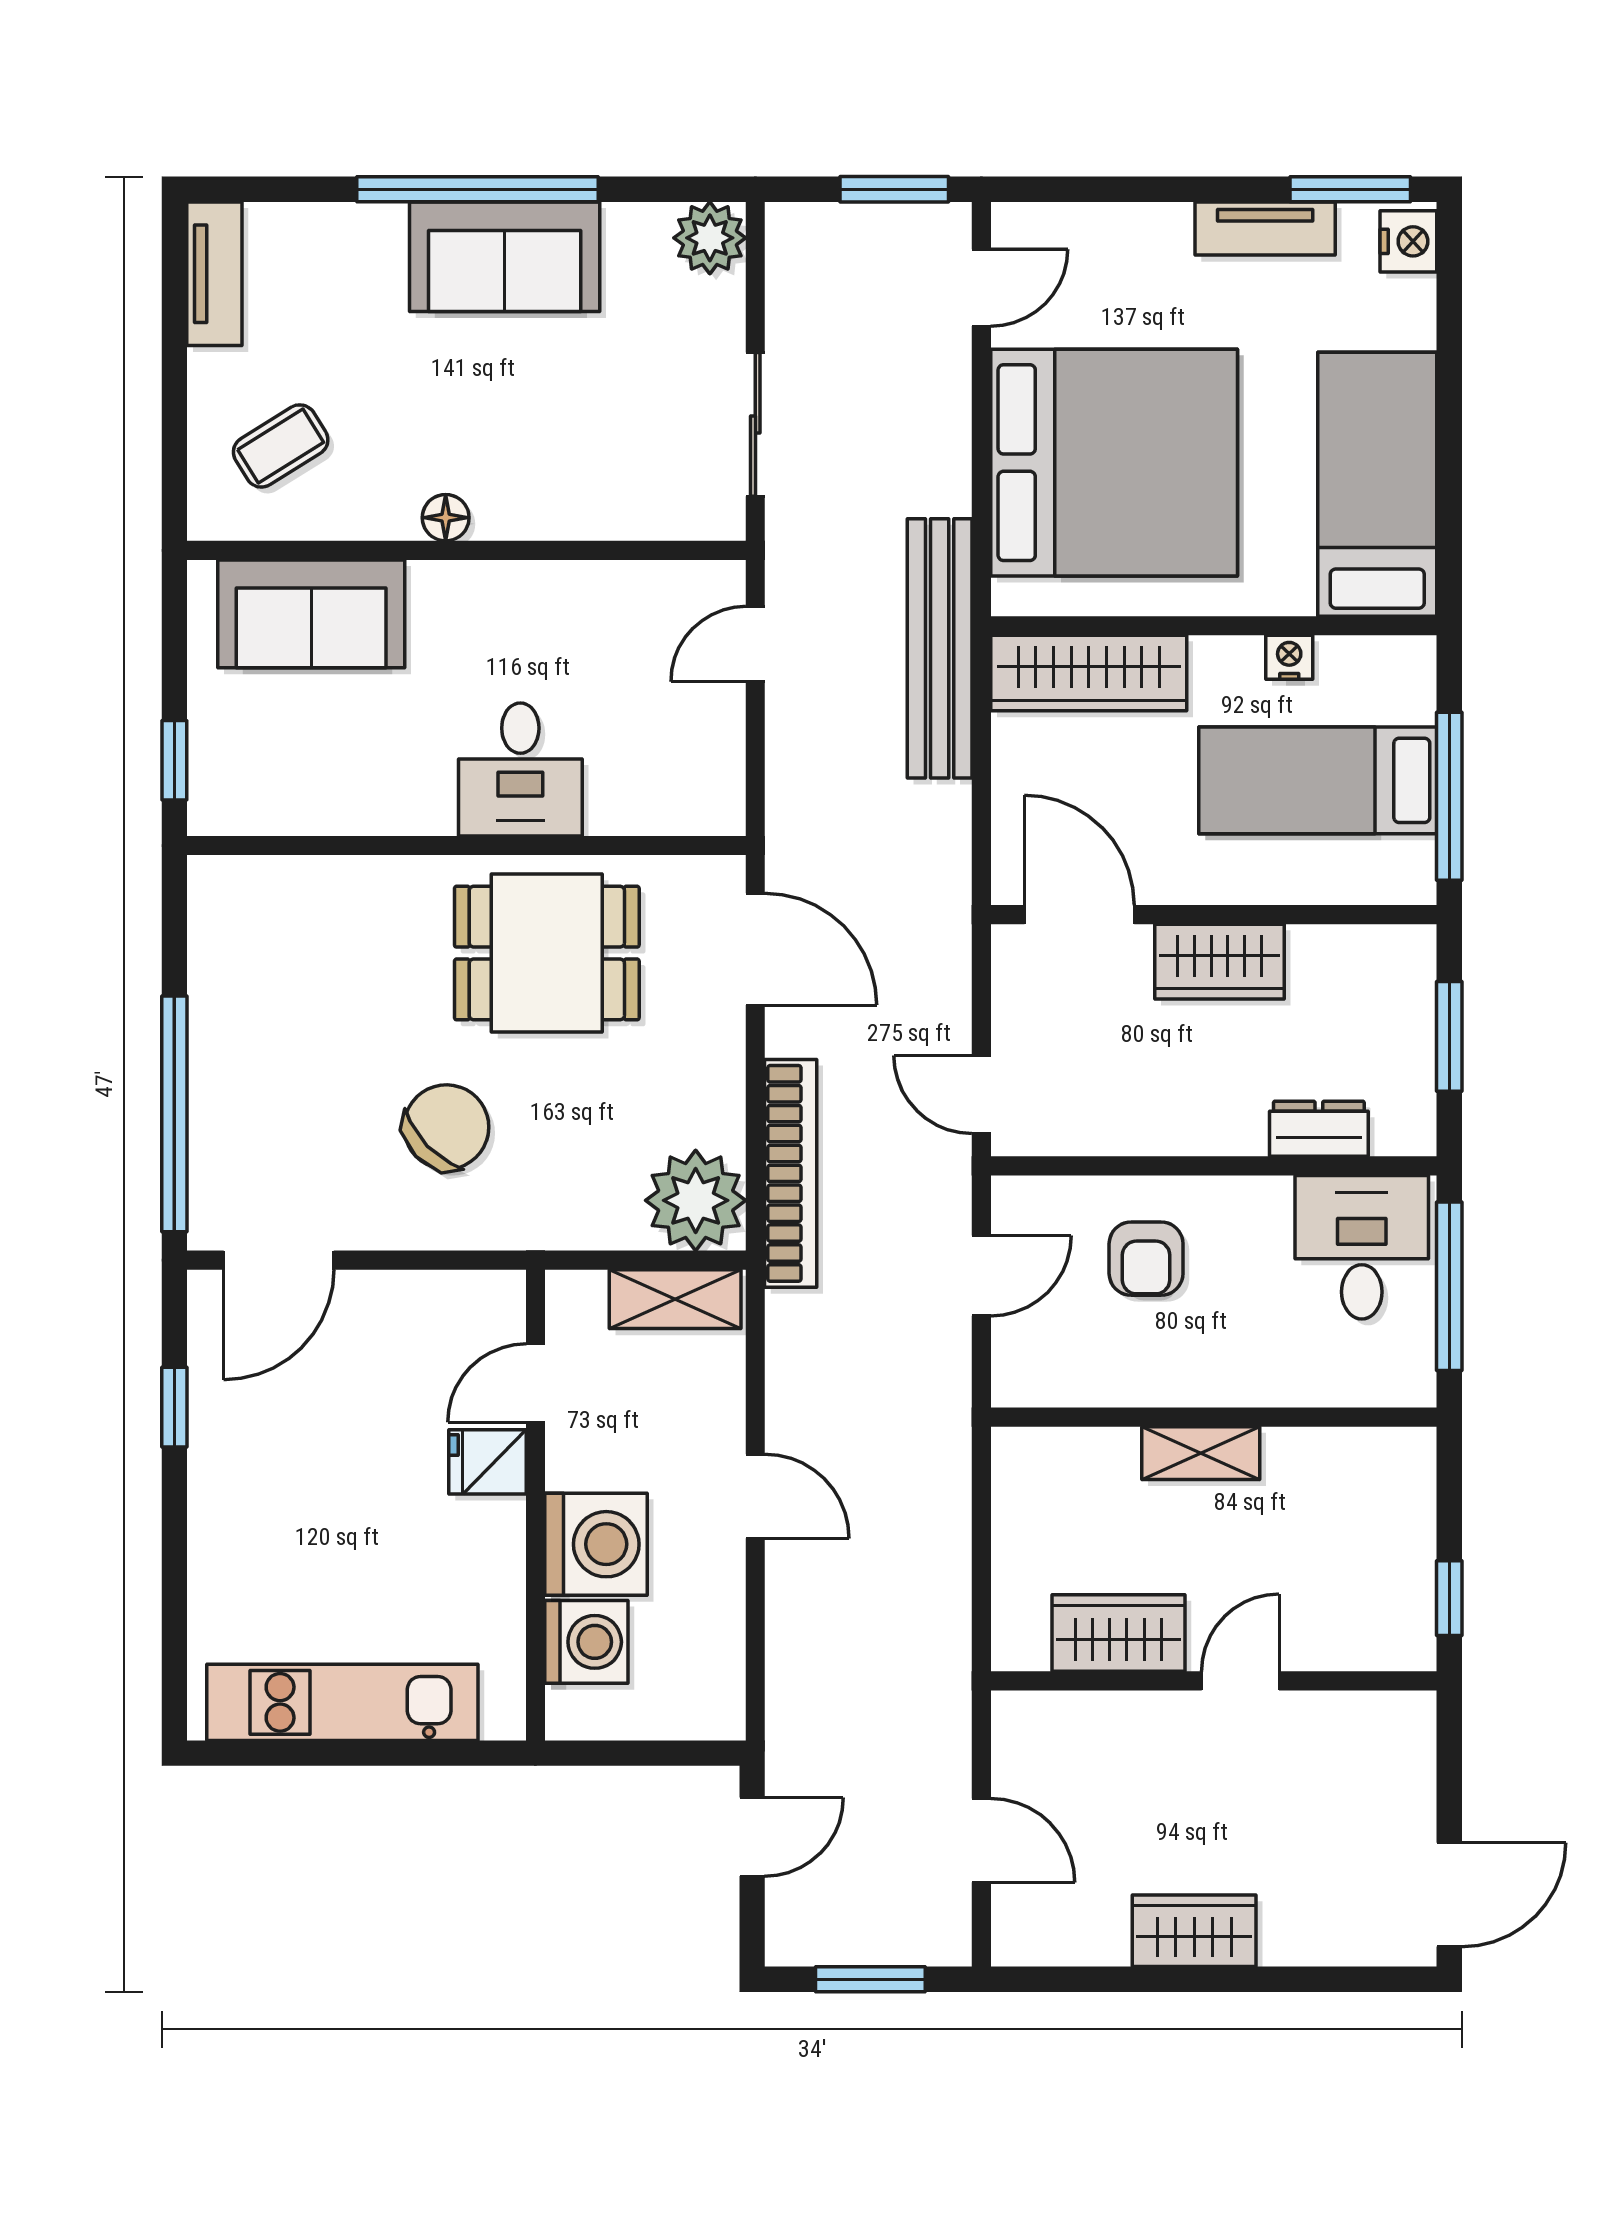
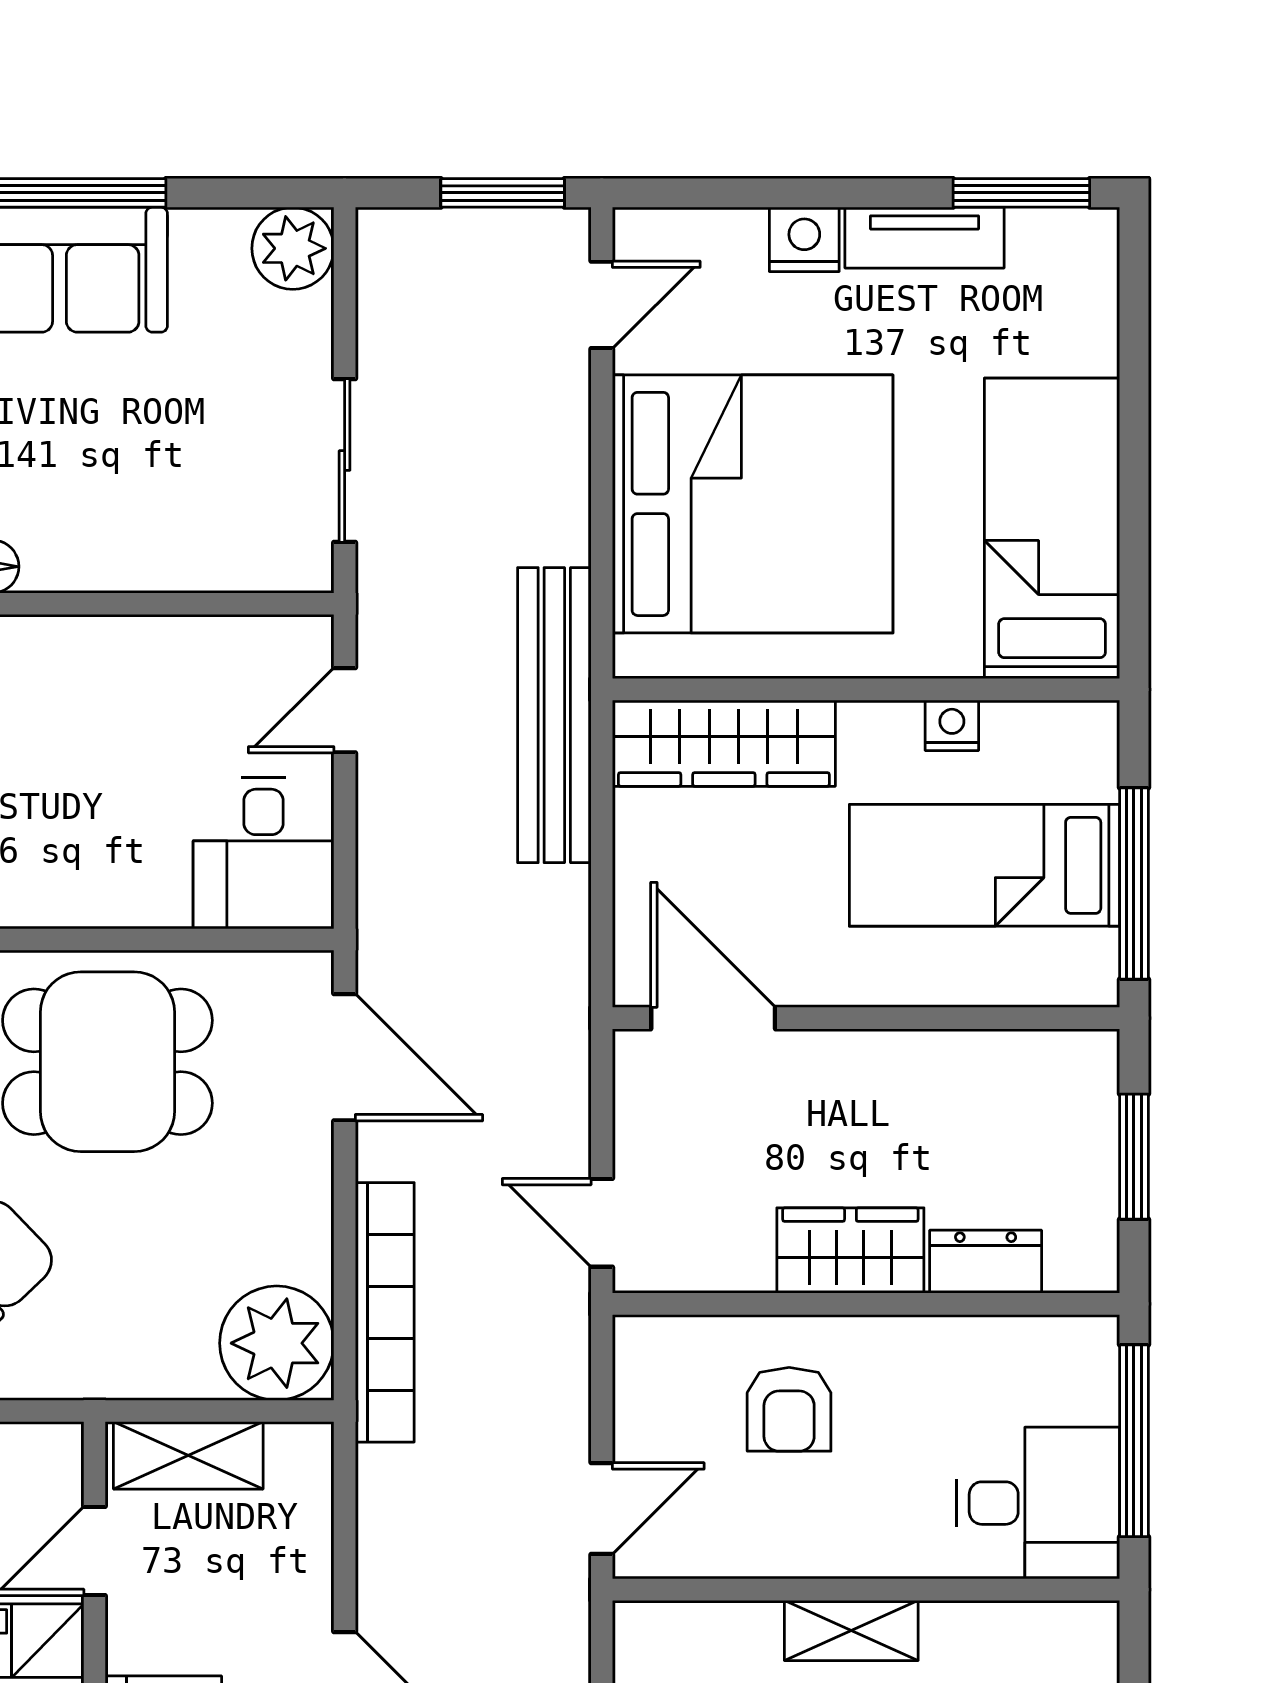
nightstand: (1408, 241) -> (804, 239), moved, turned -90
desk: (520, 769) -> (264, 853), moved
wardrobe: (1219, 962) -> (850, 1250), moved, turned 180
desk: (1362, 1247) -> (1038, 1503), moved, turned 90
door: (981, 1276) -> (602, 1509), moved
shelving: (675, 1299) -> (188, 1455), moved

